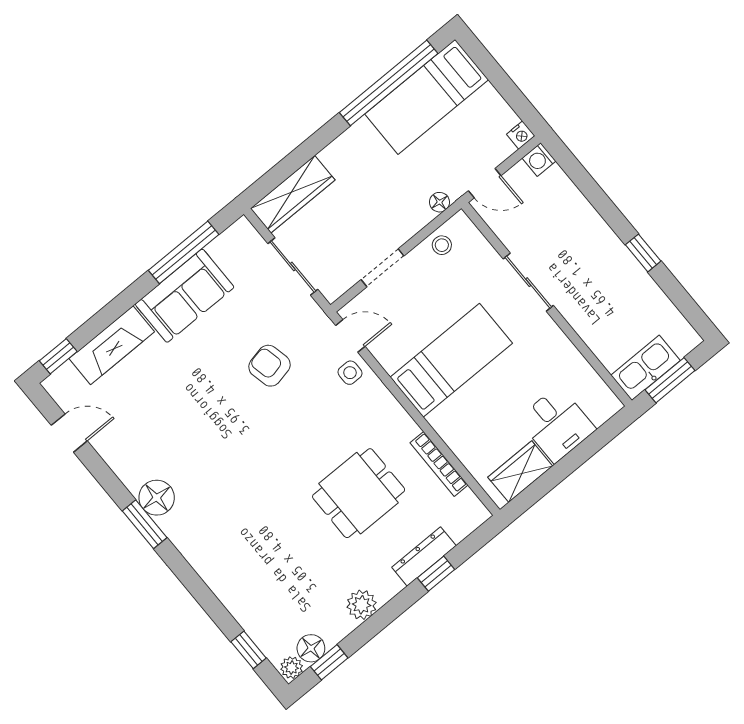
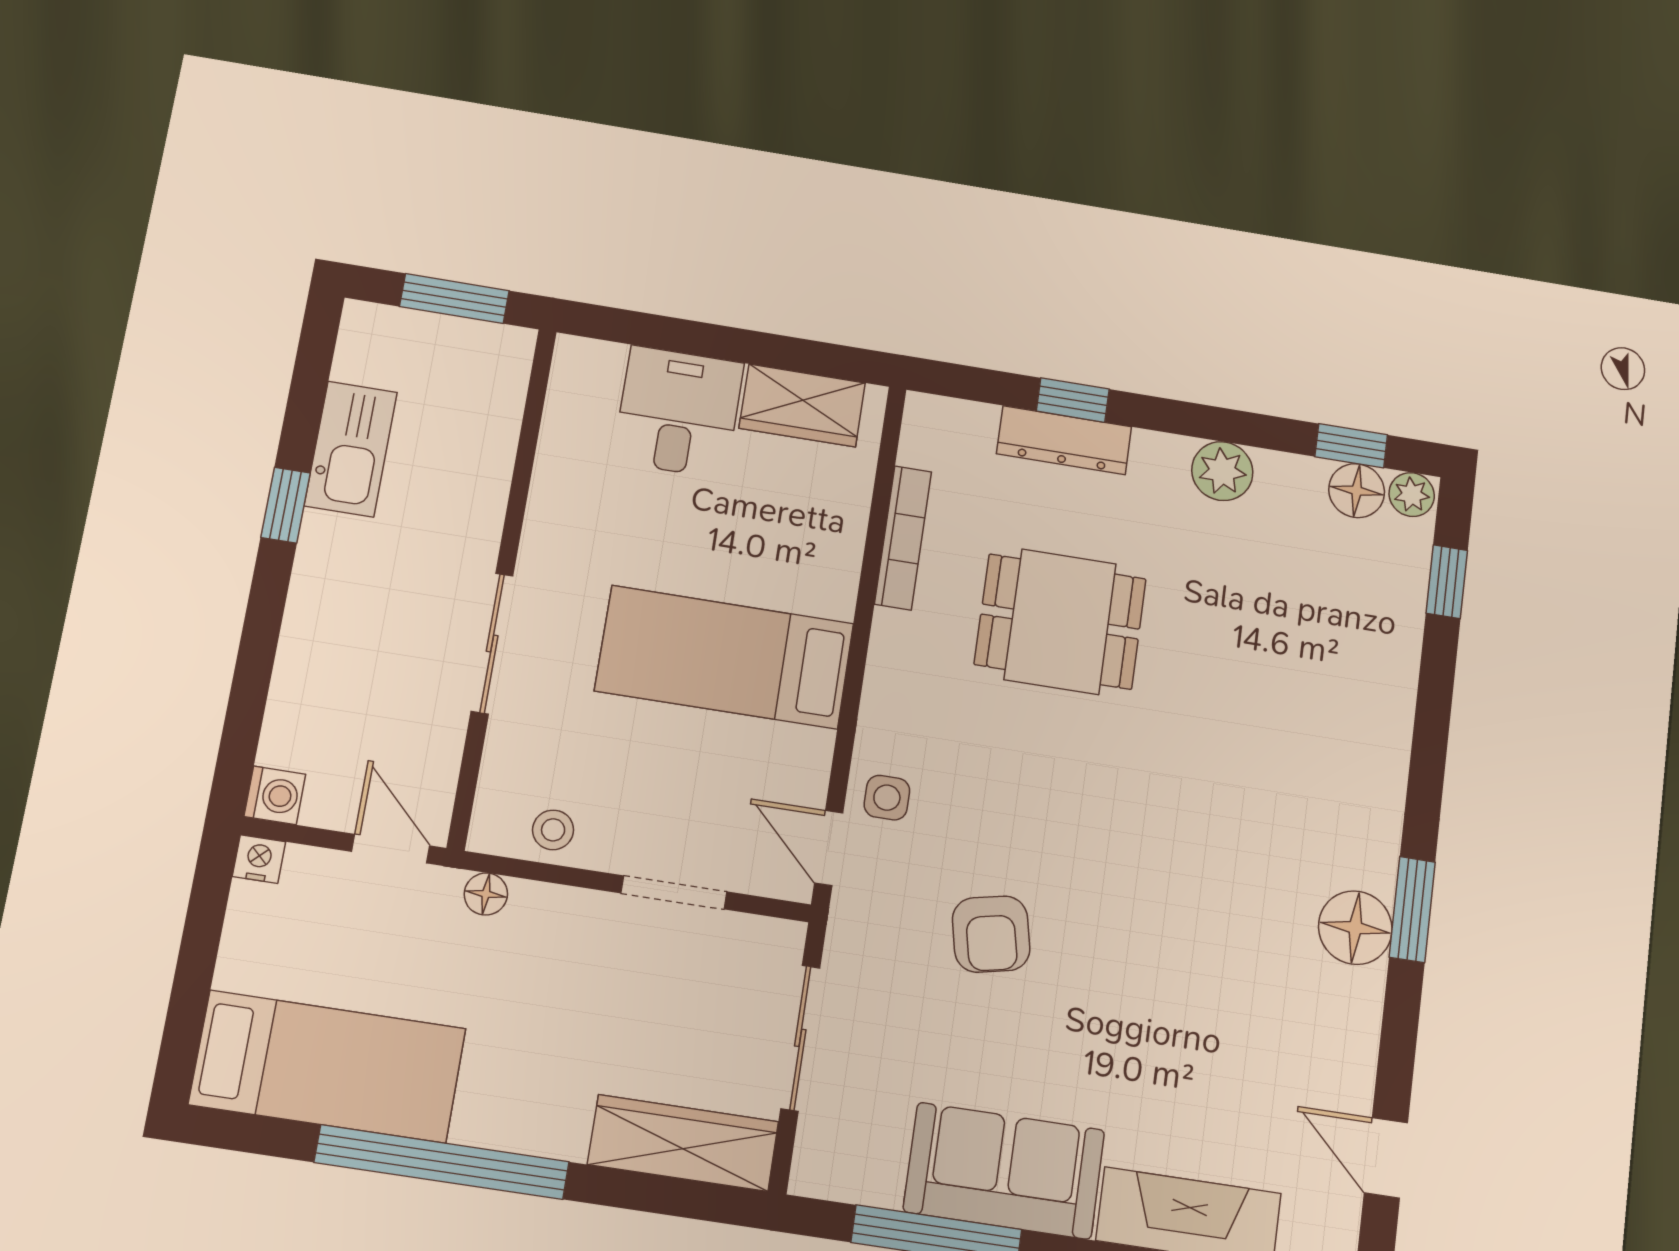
window: (389, 83) -> (442, 1162), moved
kitchen sink: (646, 368) -> (351, 449), moved, turned -90

